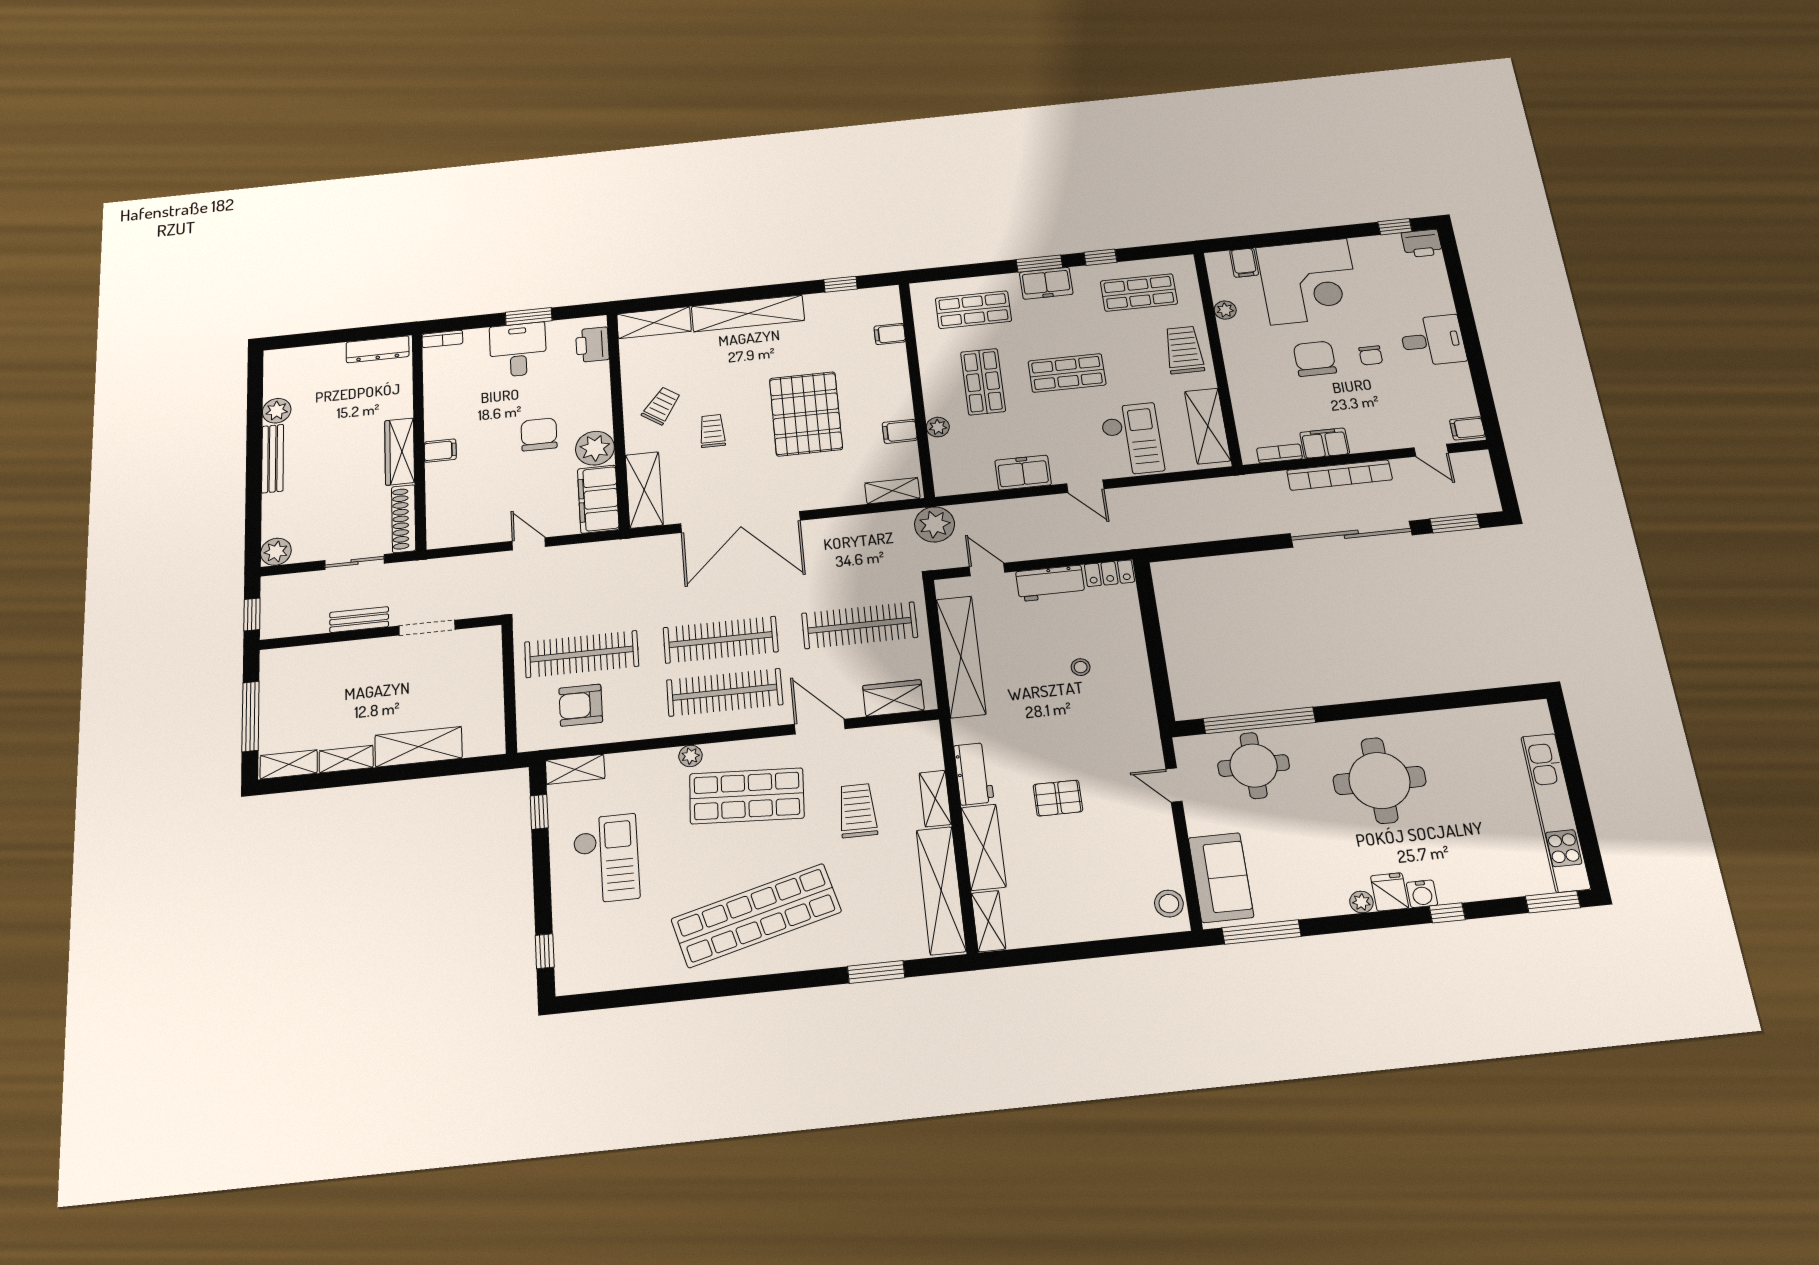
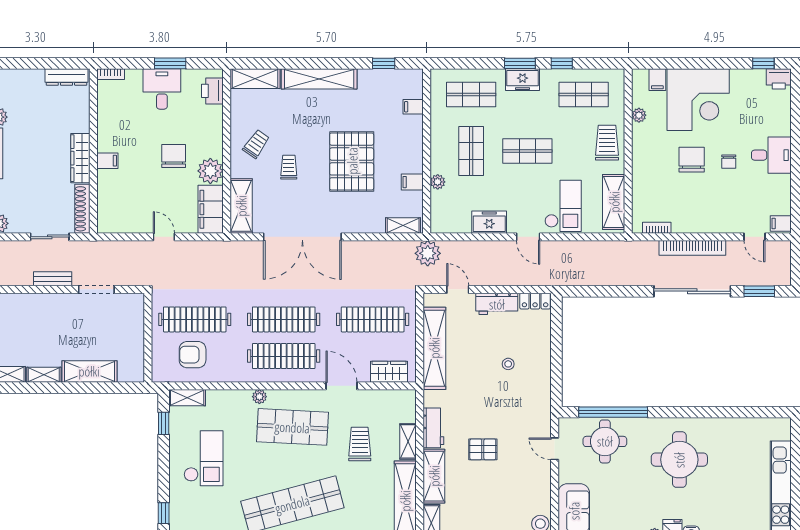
filing cabinet: (1325, 443) -> (687, 224), removed

